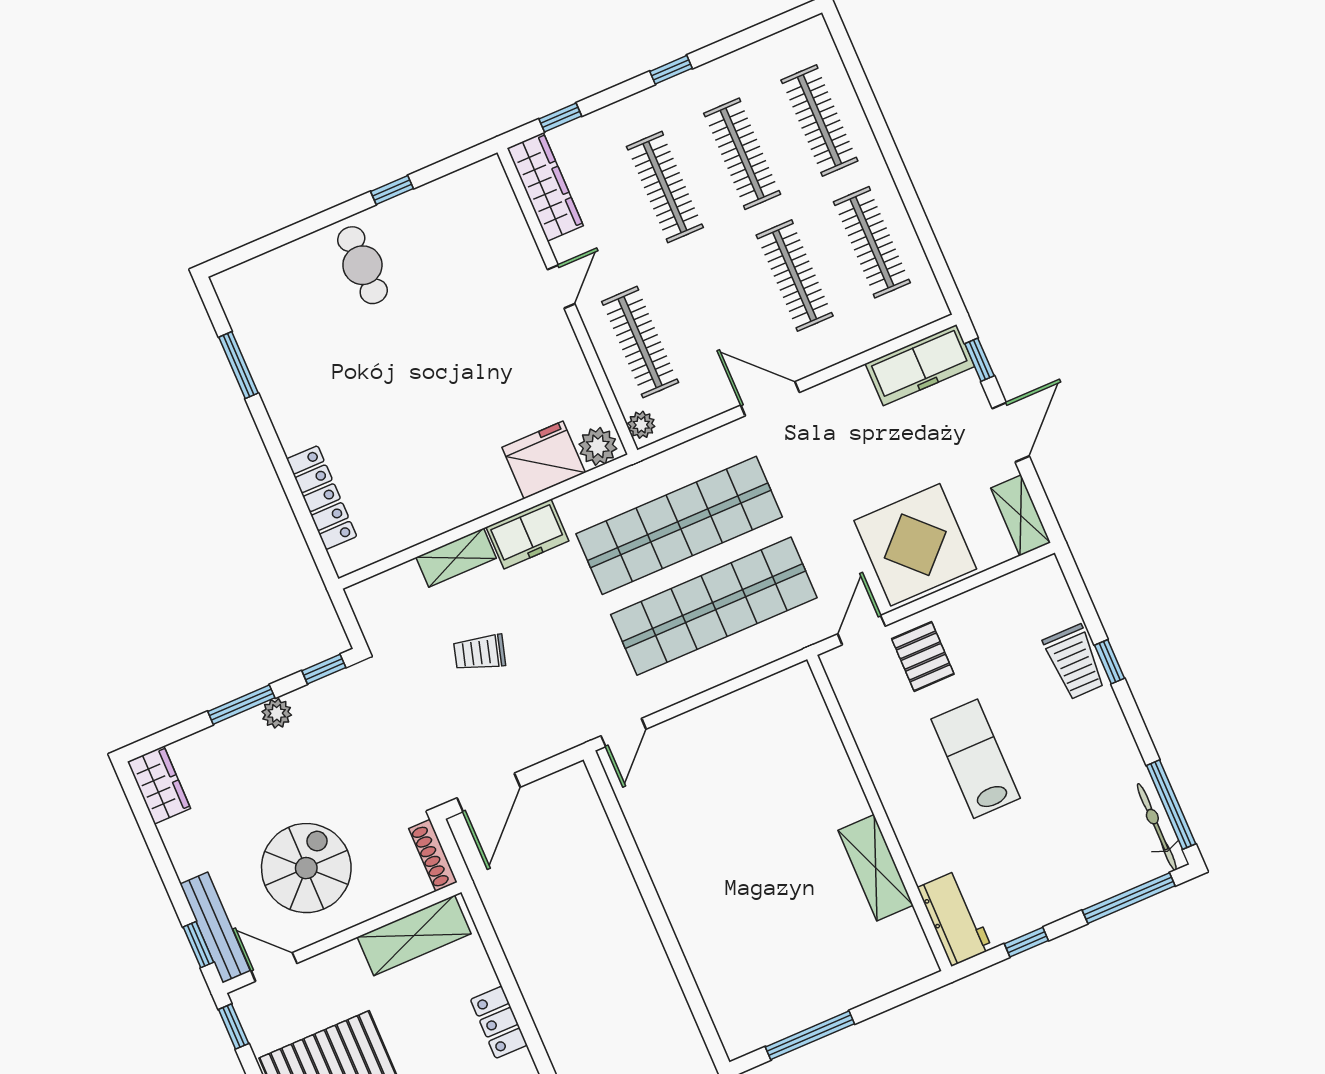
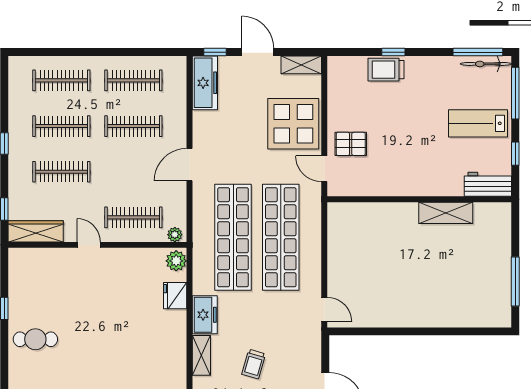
fridge: (544, 460) -> (175, 296), width x0.73, depth x0.75
trolley: (1074, 662) -> (386, 70), turned 180
lab bench: (976, 759) -> (478, 123), moved

